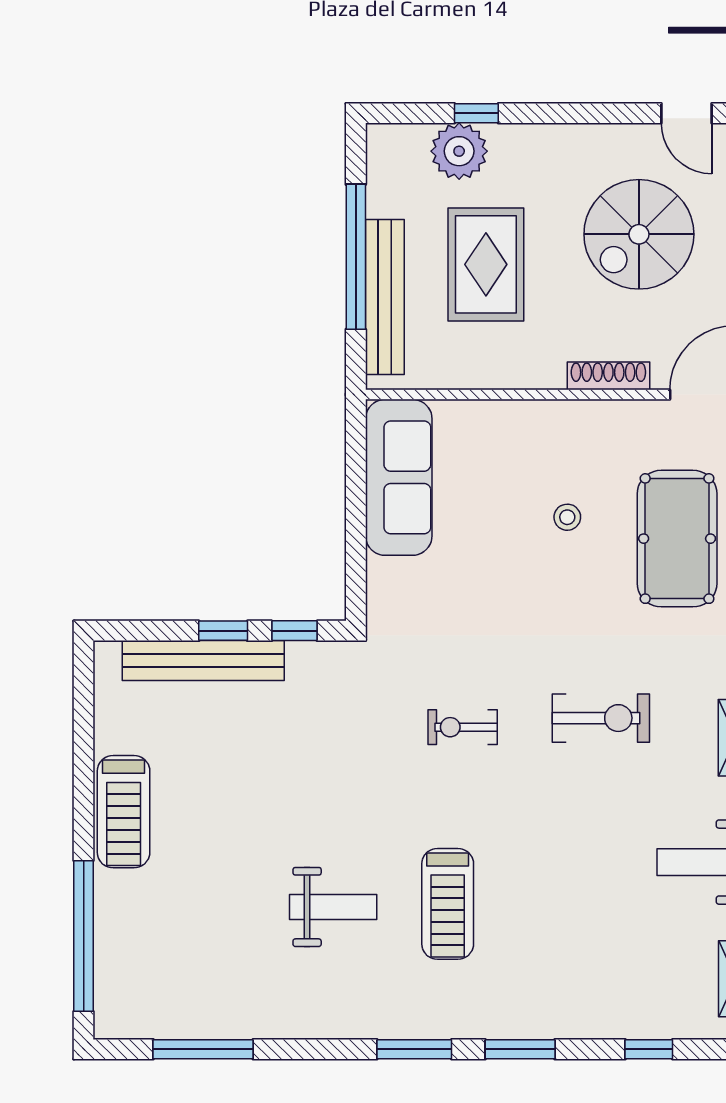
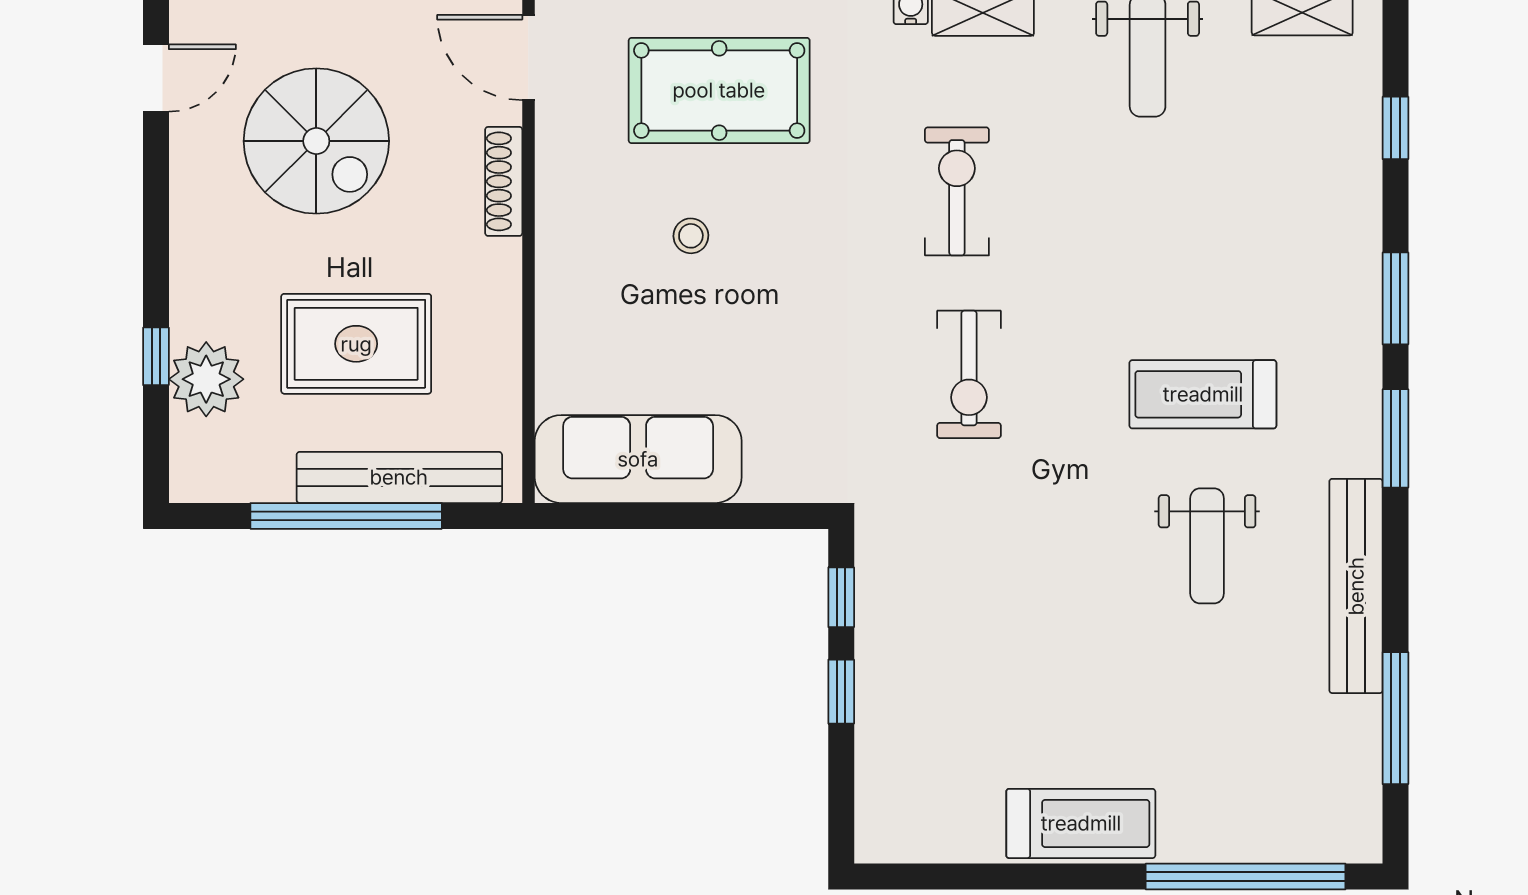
bench: (203, 661) -> (1356, 586), moved
exercise bike: (463, 727) -> (969, 374), width x1.38, depth x1.39
treadmill: (448, 904) -> (1203, 394), turned 180
weight bench: (333, 907) -> (1207, 546), turned 180

